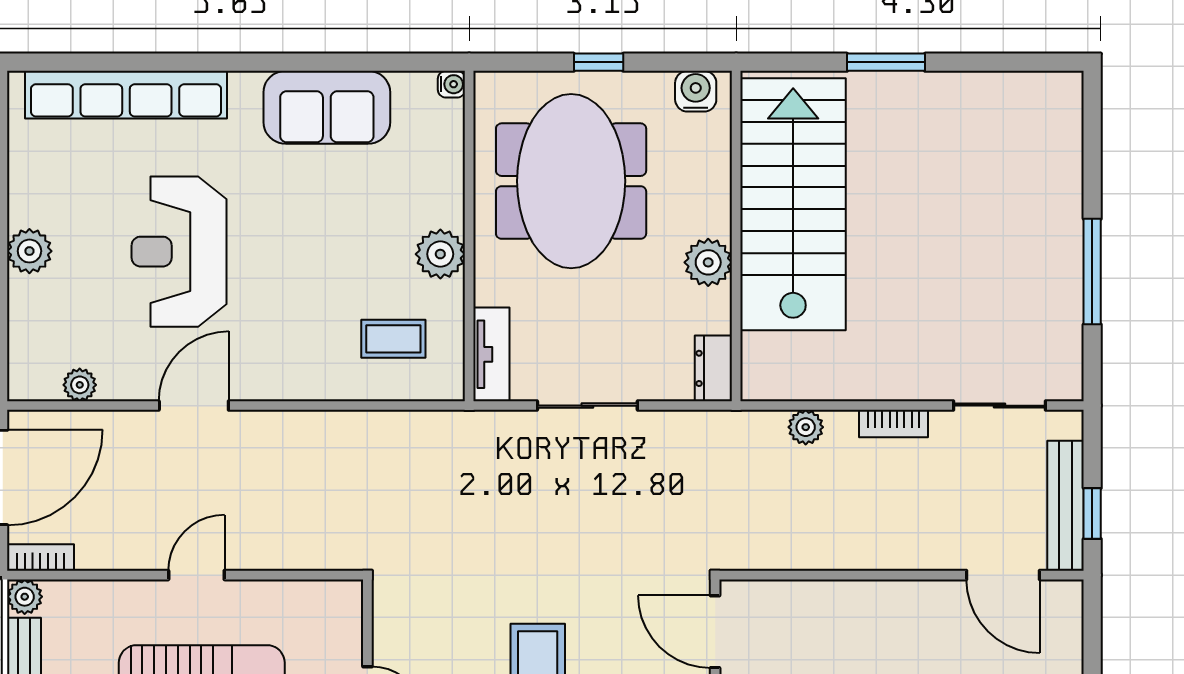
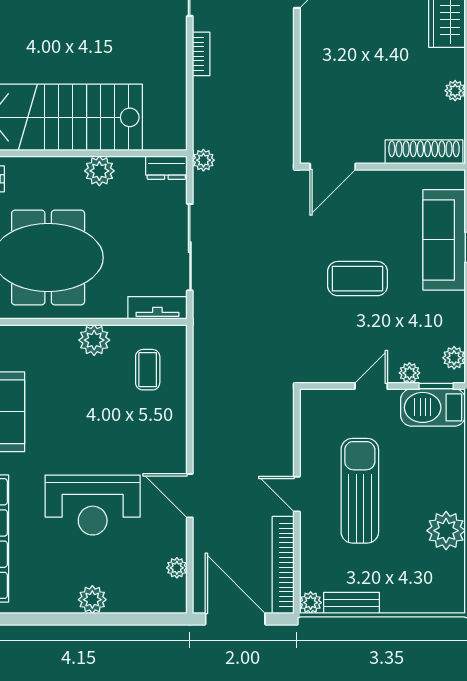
sliding door: (587, 406) -> (190, 247), width x1.37
plant: (806, 427) -> (203, 160), moved
bookcase: (40, 557) -> (283, 565), width x2.31, depth x1.31

